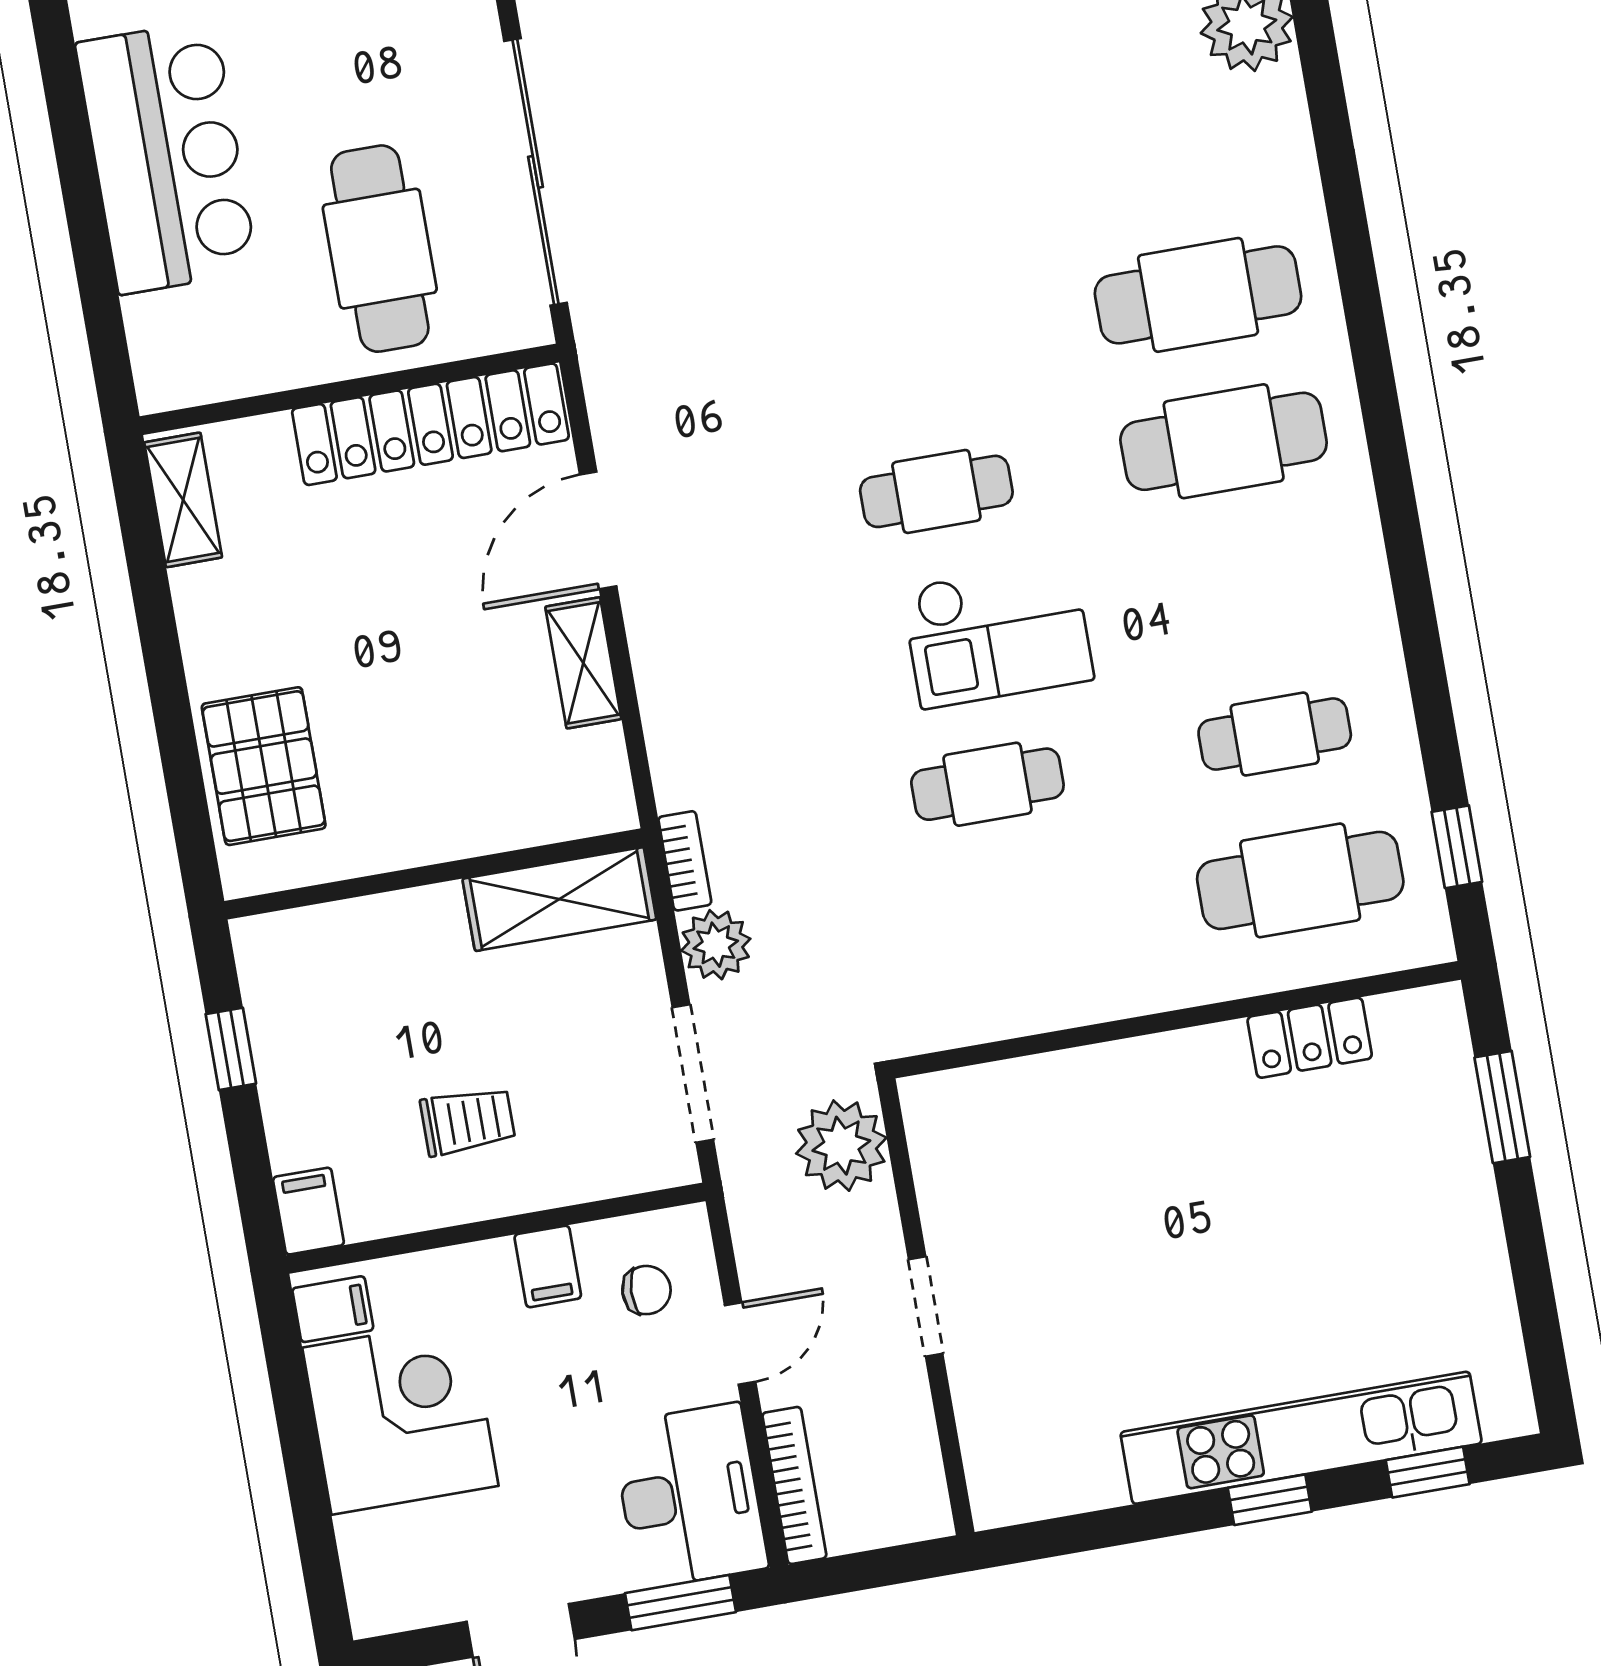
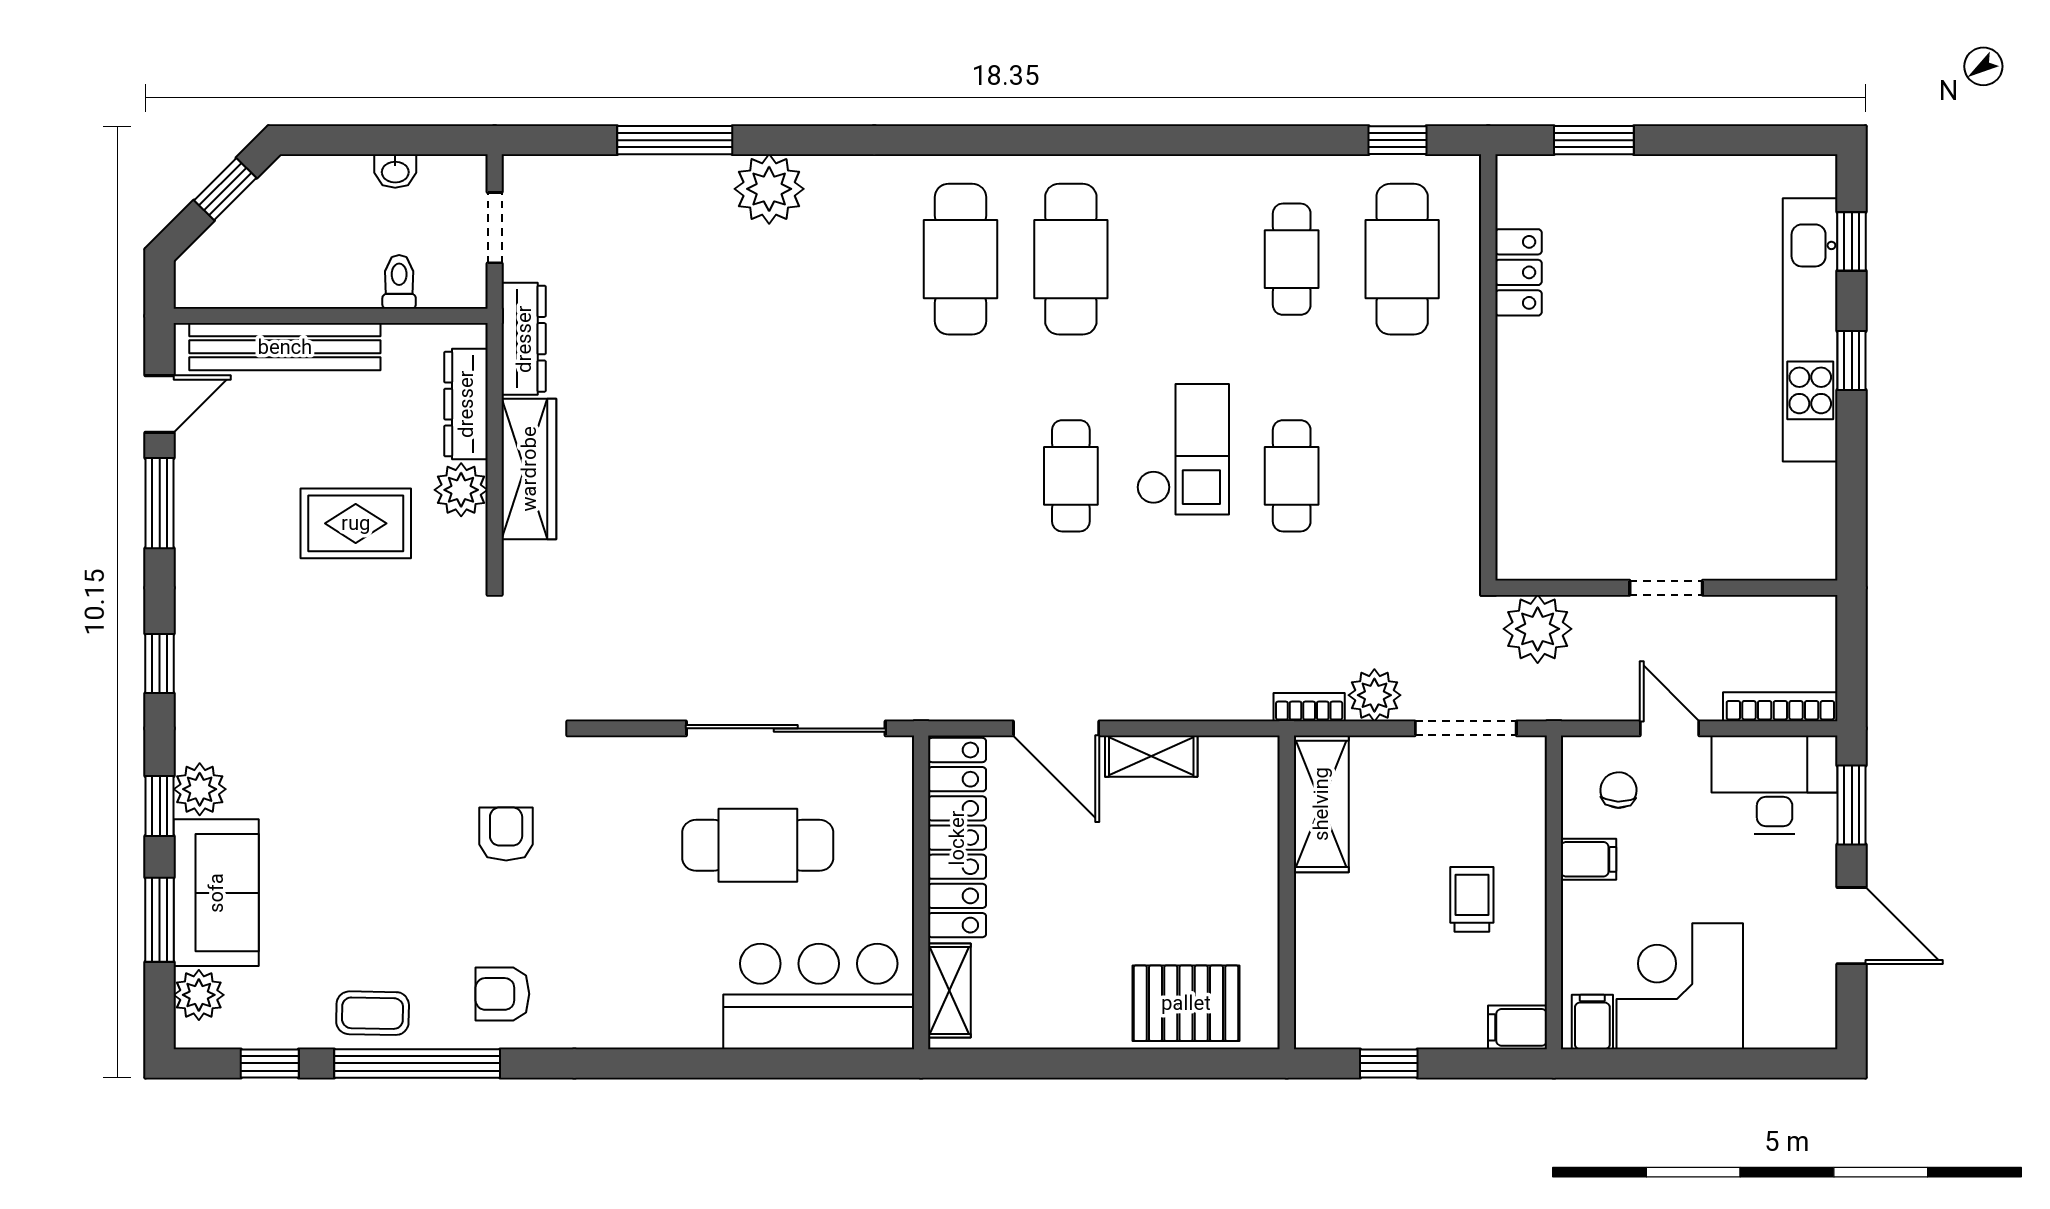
bar counter: (167, 157) -> (819, 996), moved
cafe table: (380, 249) -> (758, 845), moved
shelving: (183, 500) -> (949, 991), moved, turned 90

